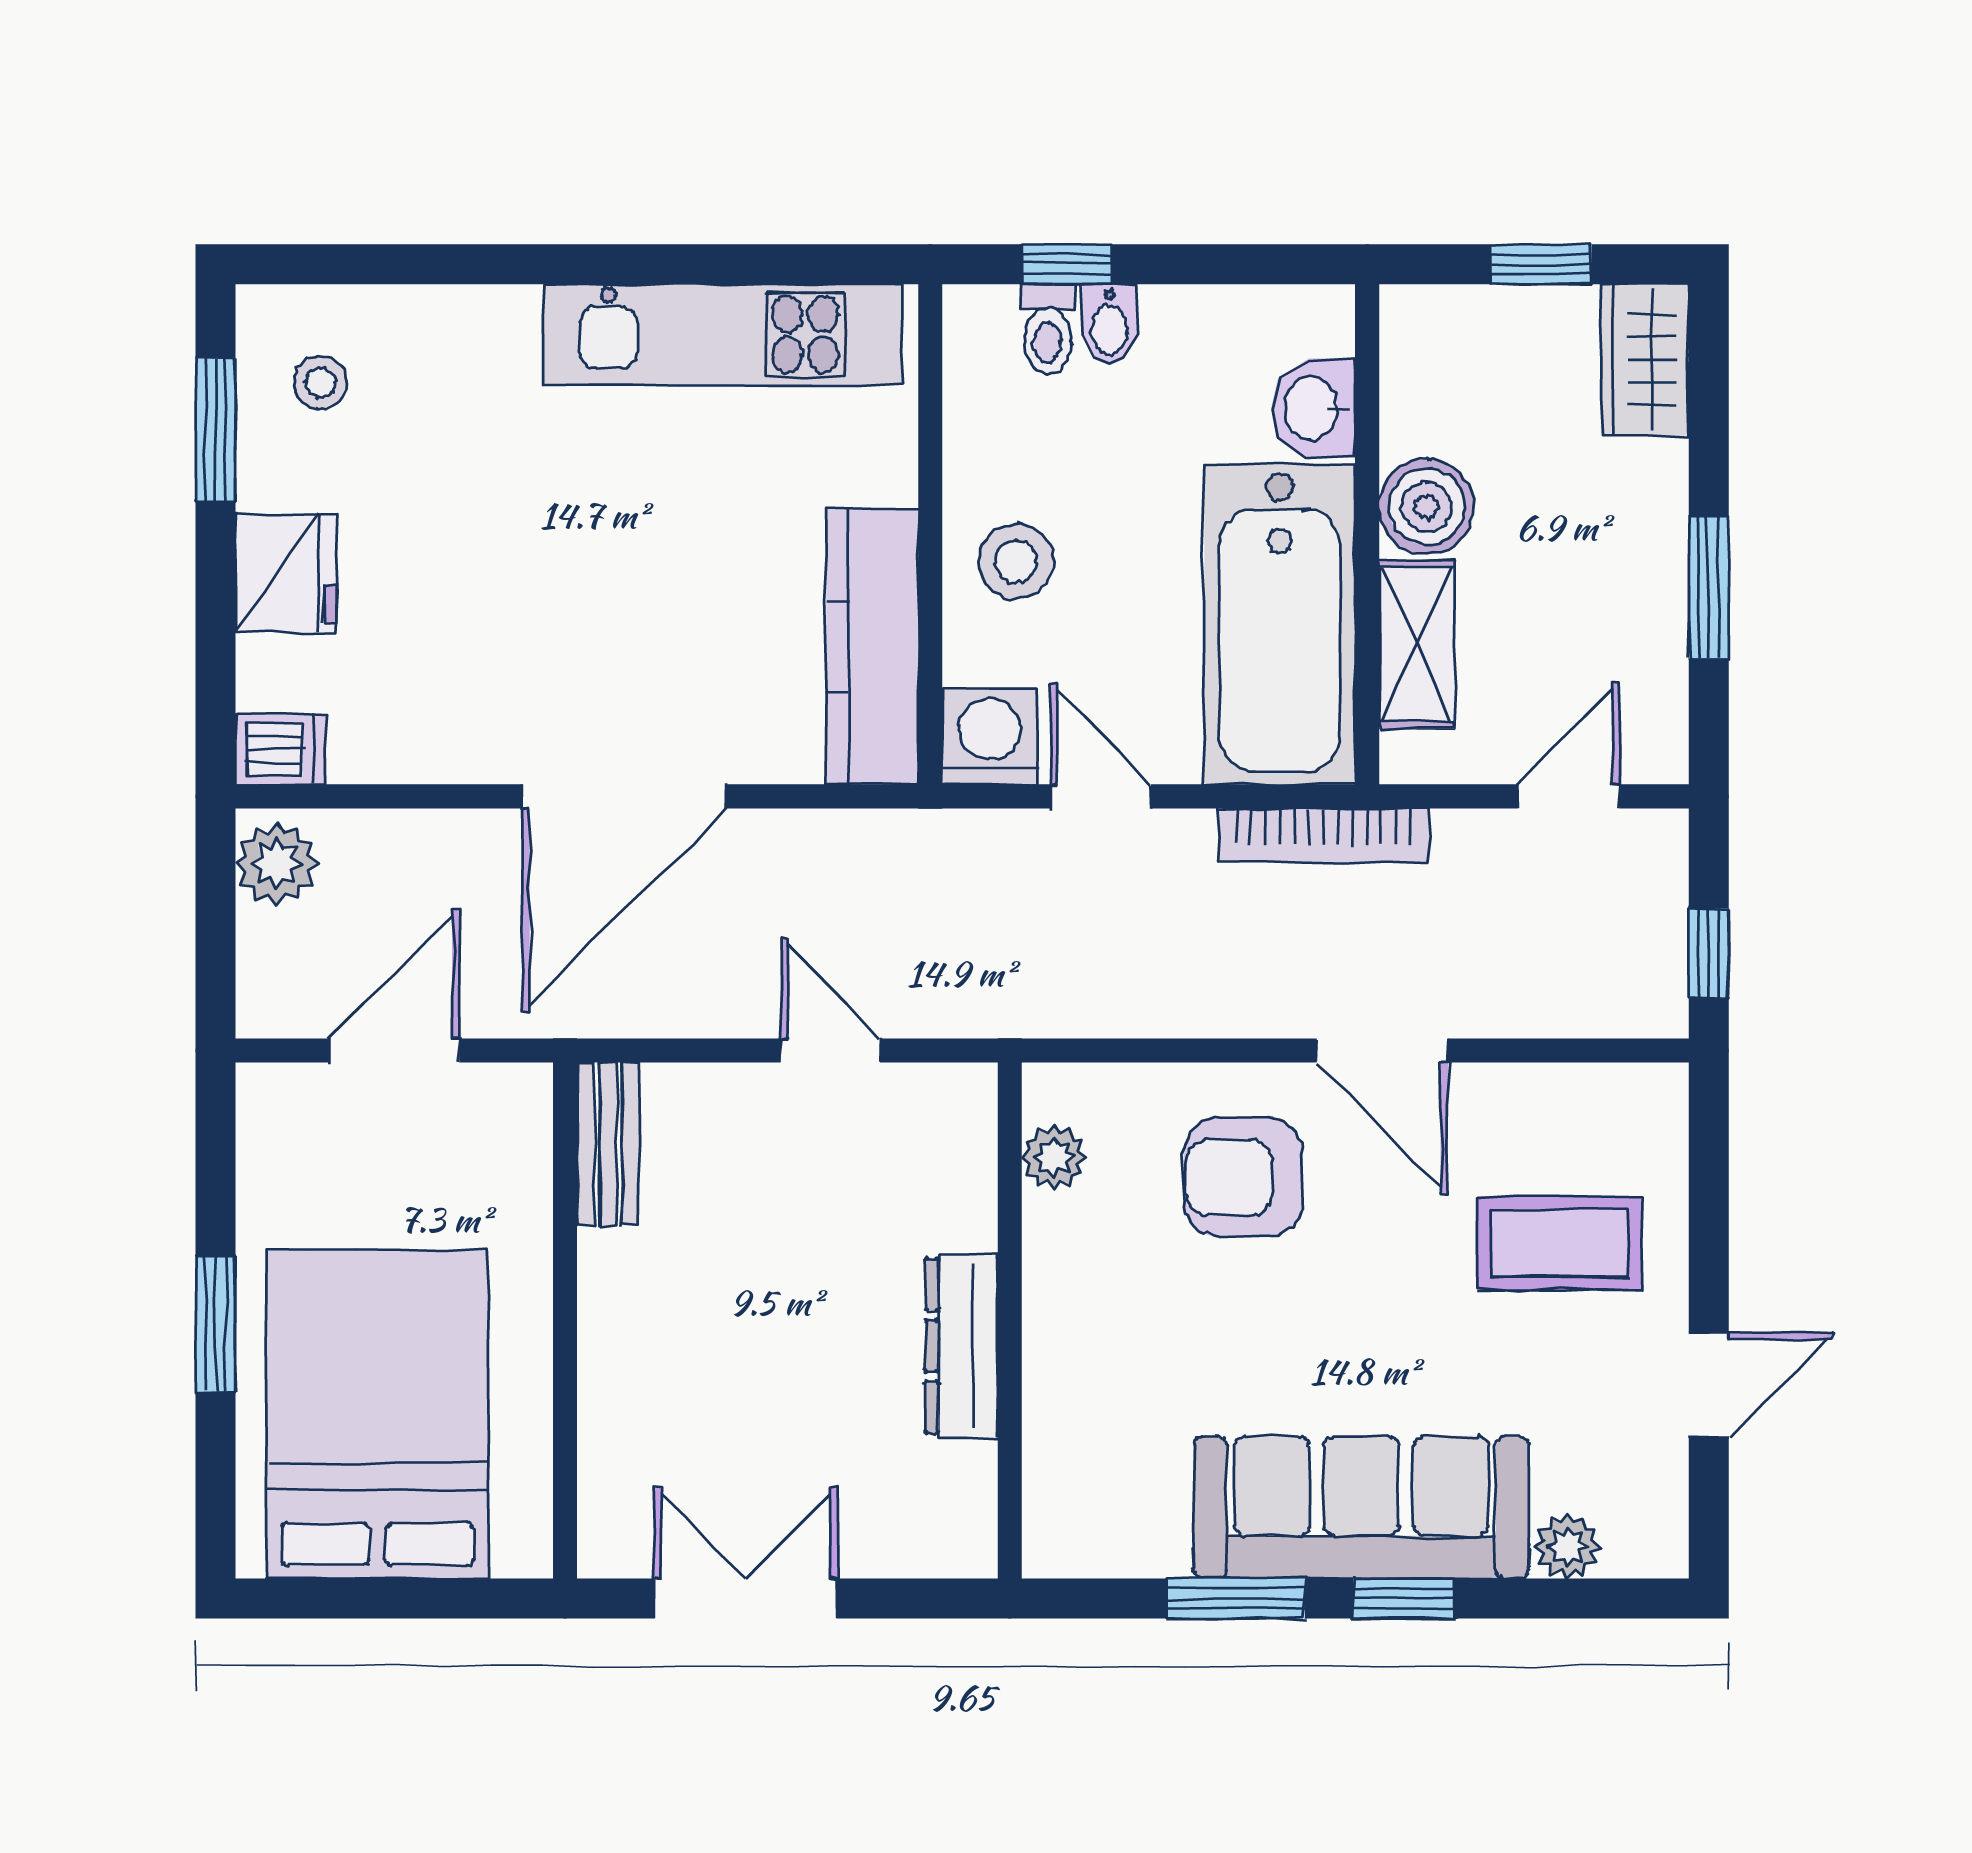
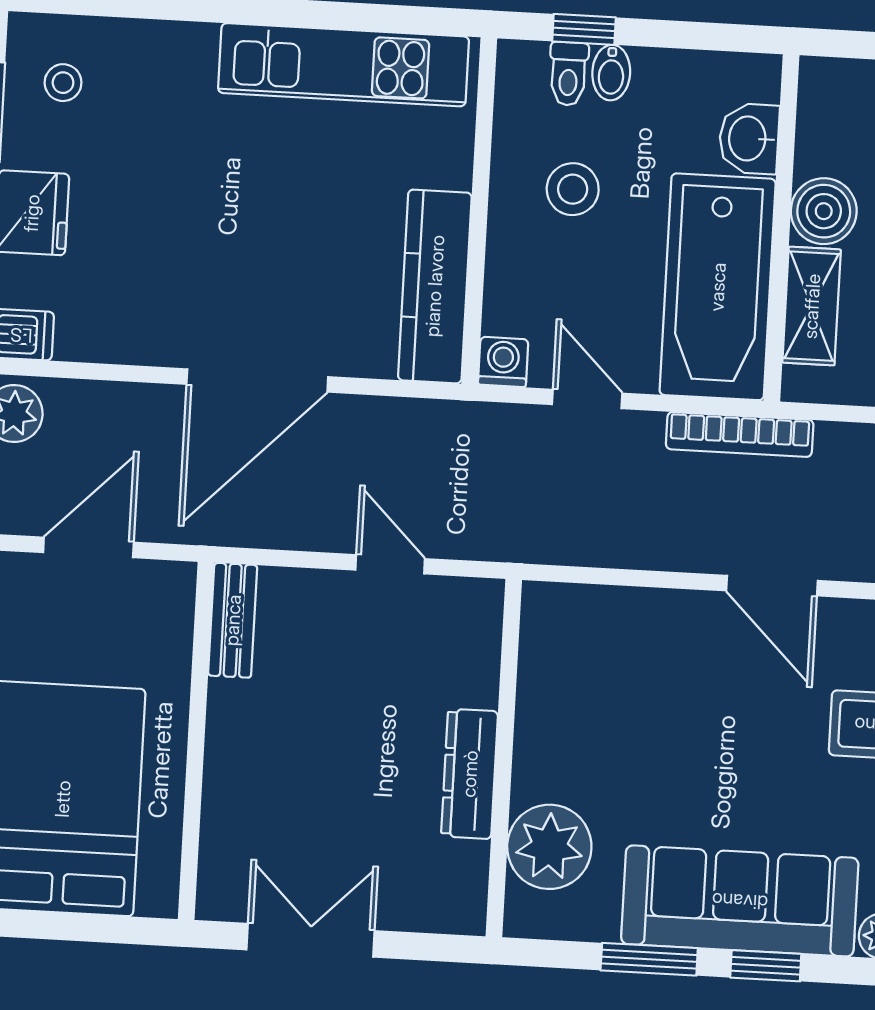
stool: (1016, 562) -> (573, 189), moved
washing machine: (990, 737) -> (503, 362), width x0.73, depth x0.73
plant: (1054, 1157) -> (549, 847), moved, width x1.87, depth x1.87
armchair: (1243, 1177) -> (671, 668), removed

